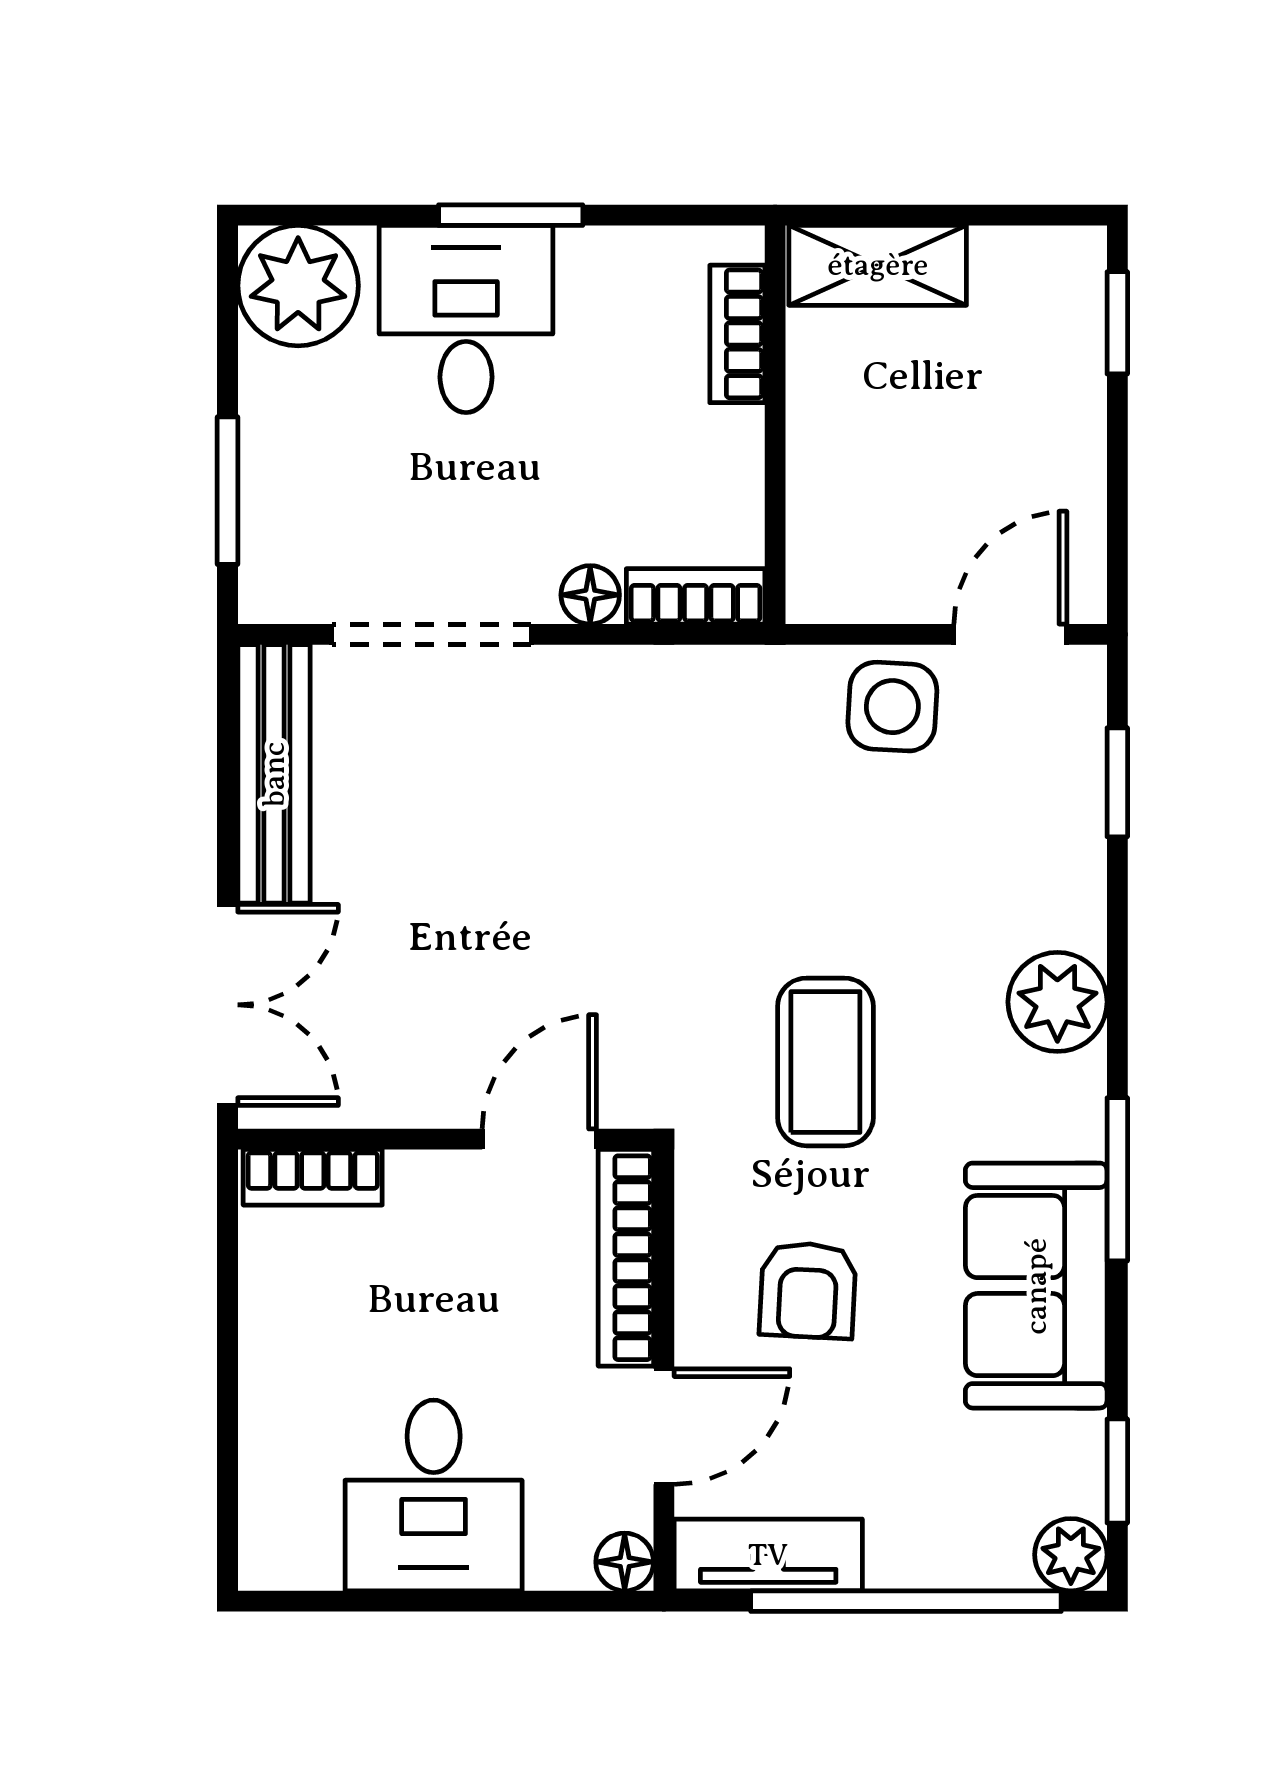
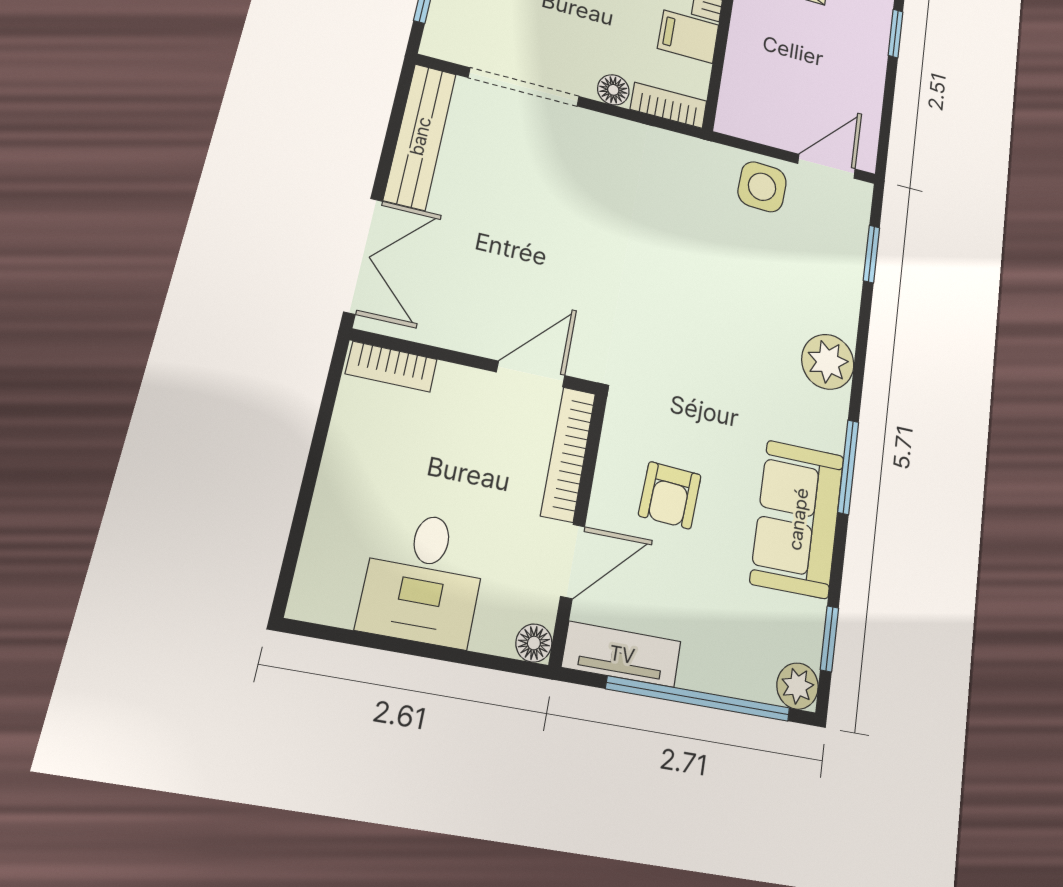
filing cabinet: (711, 450) -> (688, 37), added
coffee table: (825, 1062) -> (699, 366), removed

